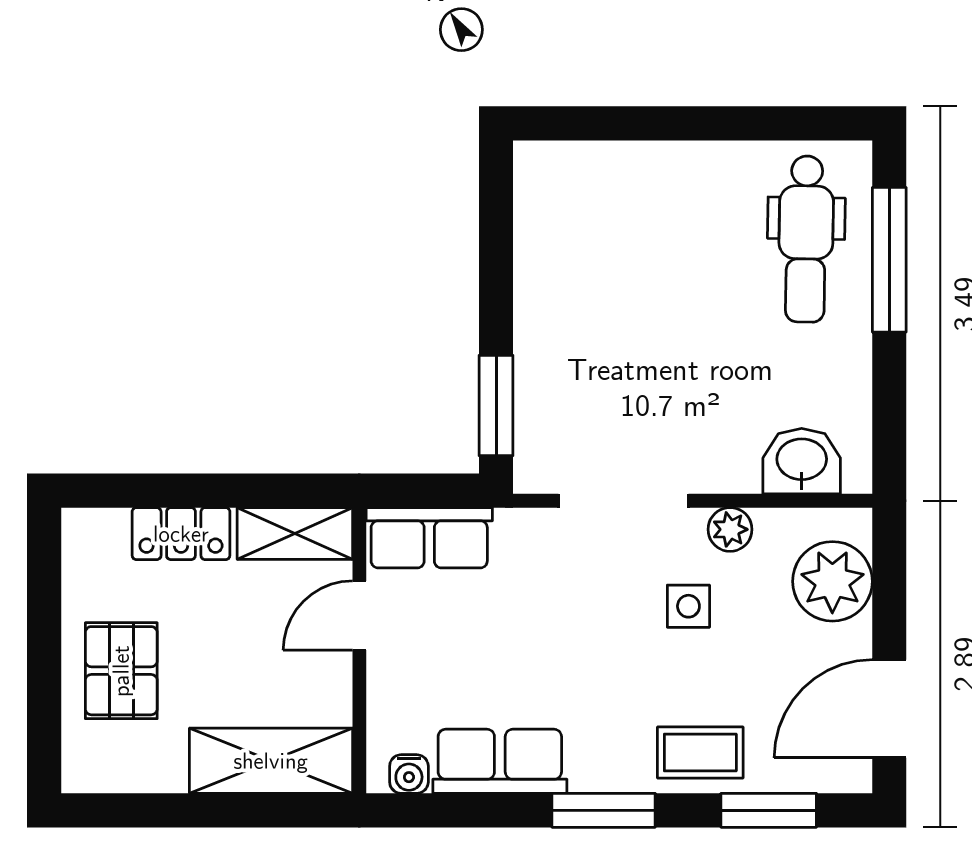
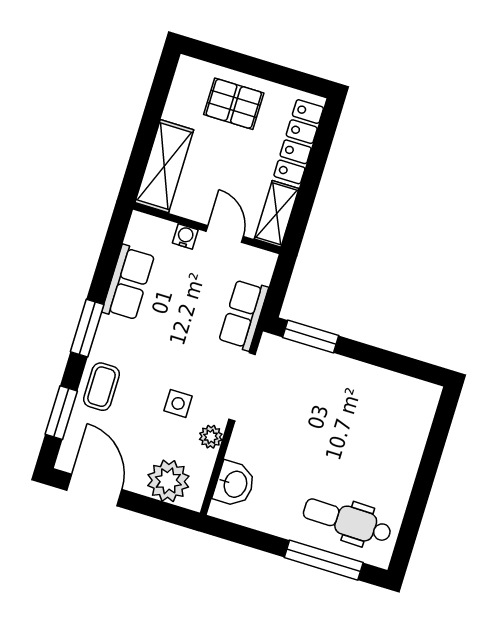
locker: (181, 534) -> (299, 142), width x1.53
row of seats: (429, 538) -> (243, 315), moved
water cooler: (409, 774) -> (185, 236), moved, turned 90

